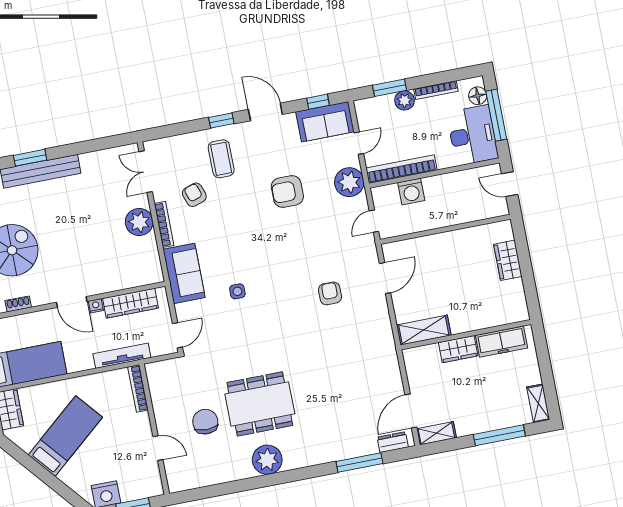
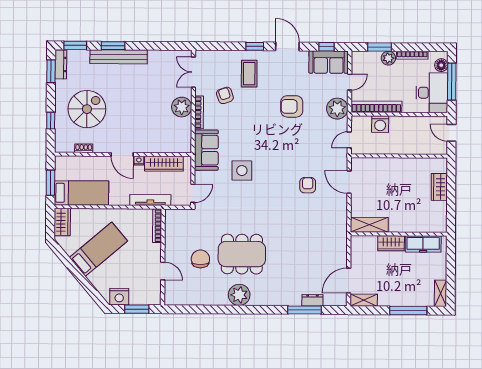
door: (385, 278) -> (349, 182), swing flipped
side table: (237, 291) -> (242, 171), width x1.87, depth x1.87
dresser: (393, 442) -> (312, 300), moved

